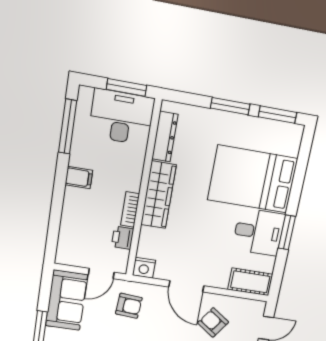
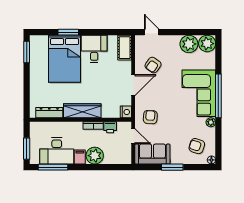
window: (126, 87) -> (27, 149), moved
window: (230, 106) -> (27, 79), removed
desk: (122, 117) -> (57, 151), moved, turned -90
plant: (78, 204) -> (95, 156), added
window: (287, 232) -> (68, 32), moved

